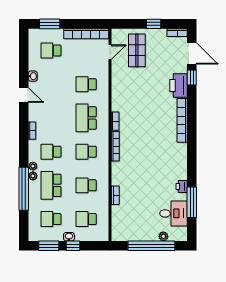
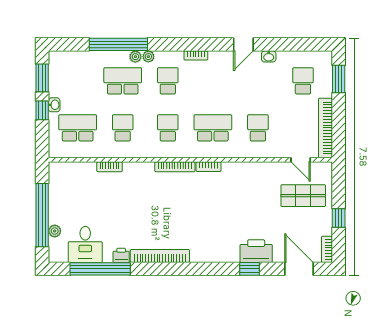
door: (192, 53) -> (299, 269), swing flipped
window: (192, 78) -> (250, 269), moved
bookcase: (182, 120) -> (160, 256), moved
window: (192, 202) -> (100, 269), width x1.46
school desk: (51, 219) -> (78, 81), removed
school desk: (86, 219) -> (78, 128), width x1.85

